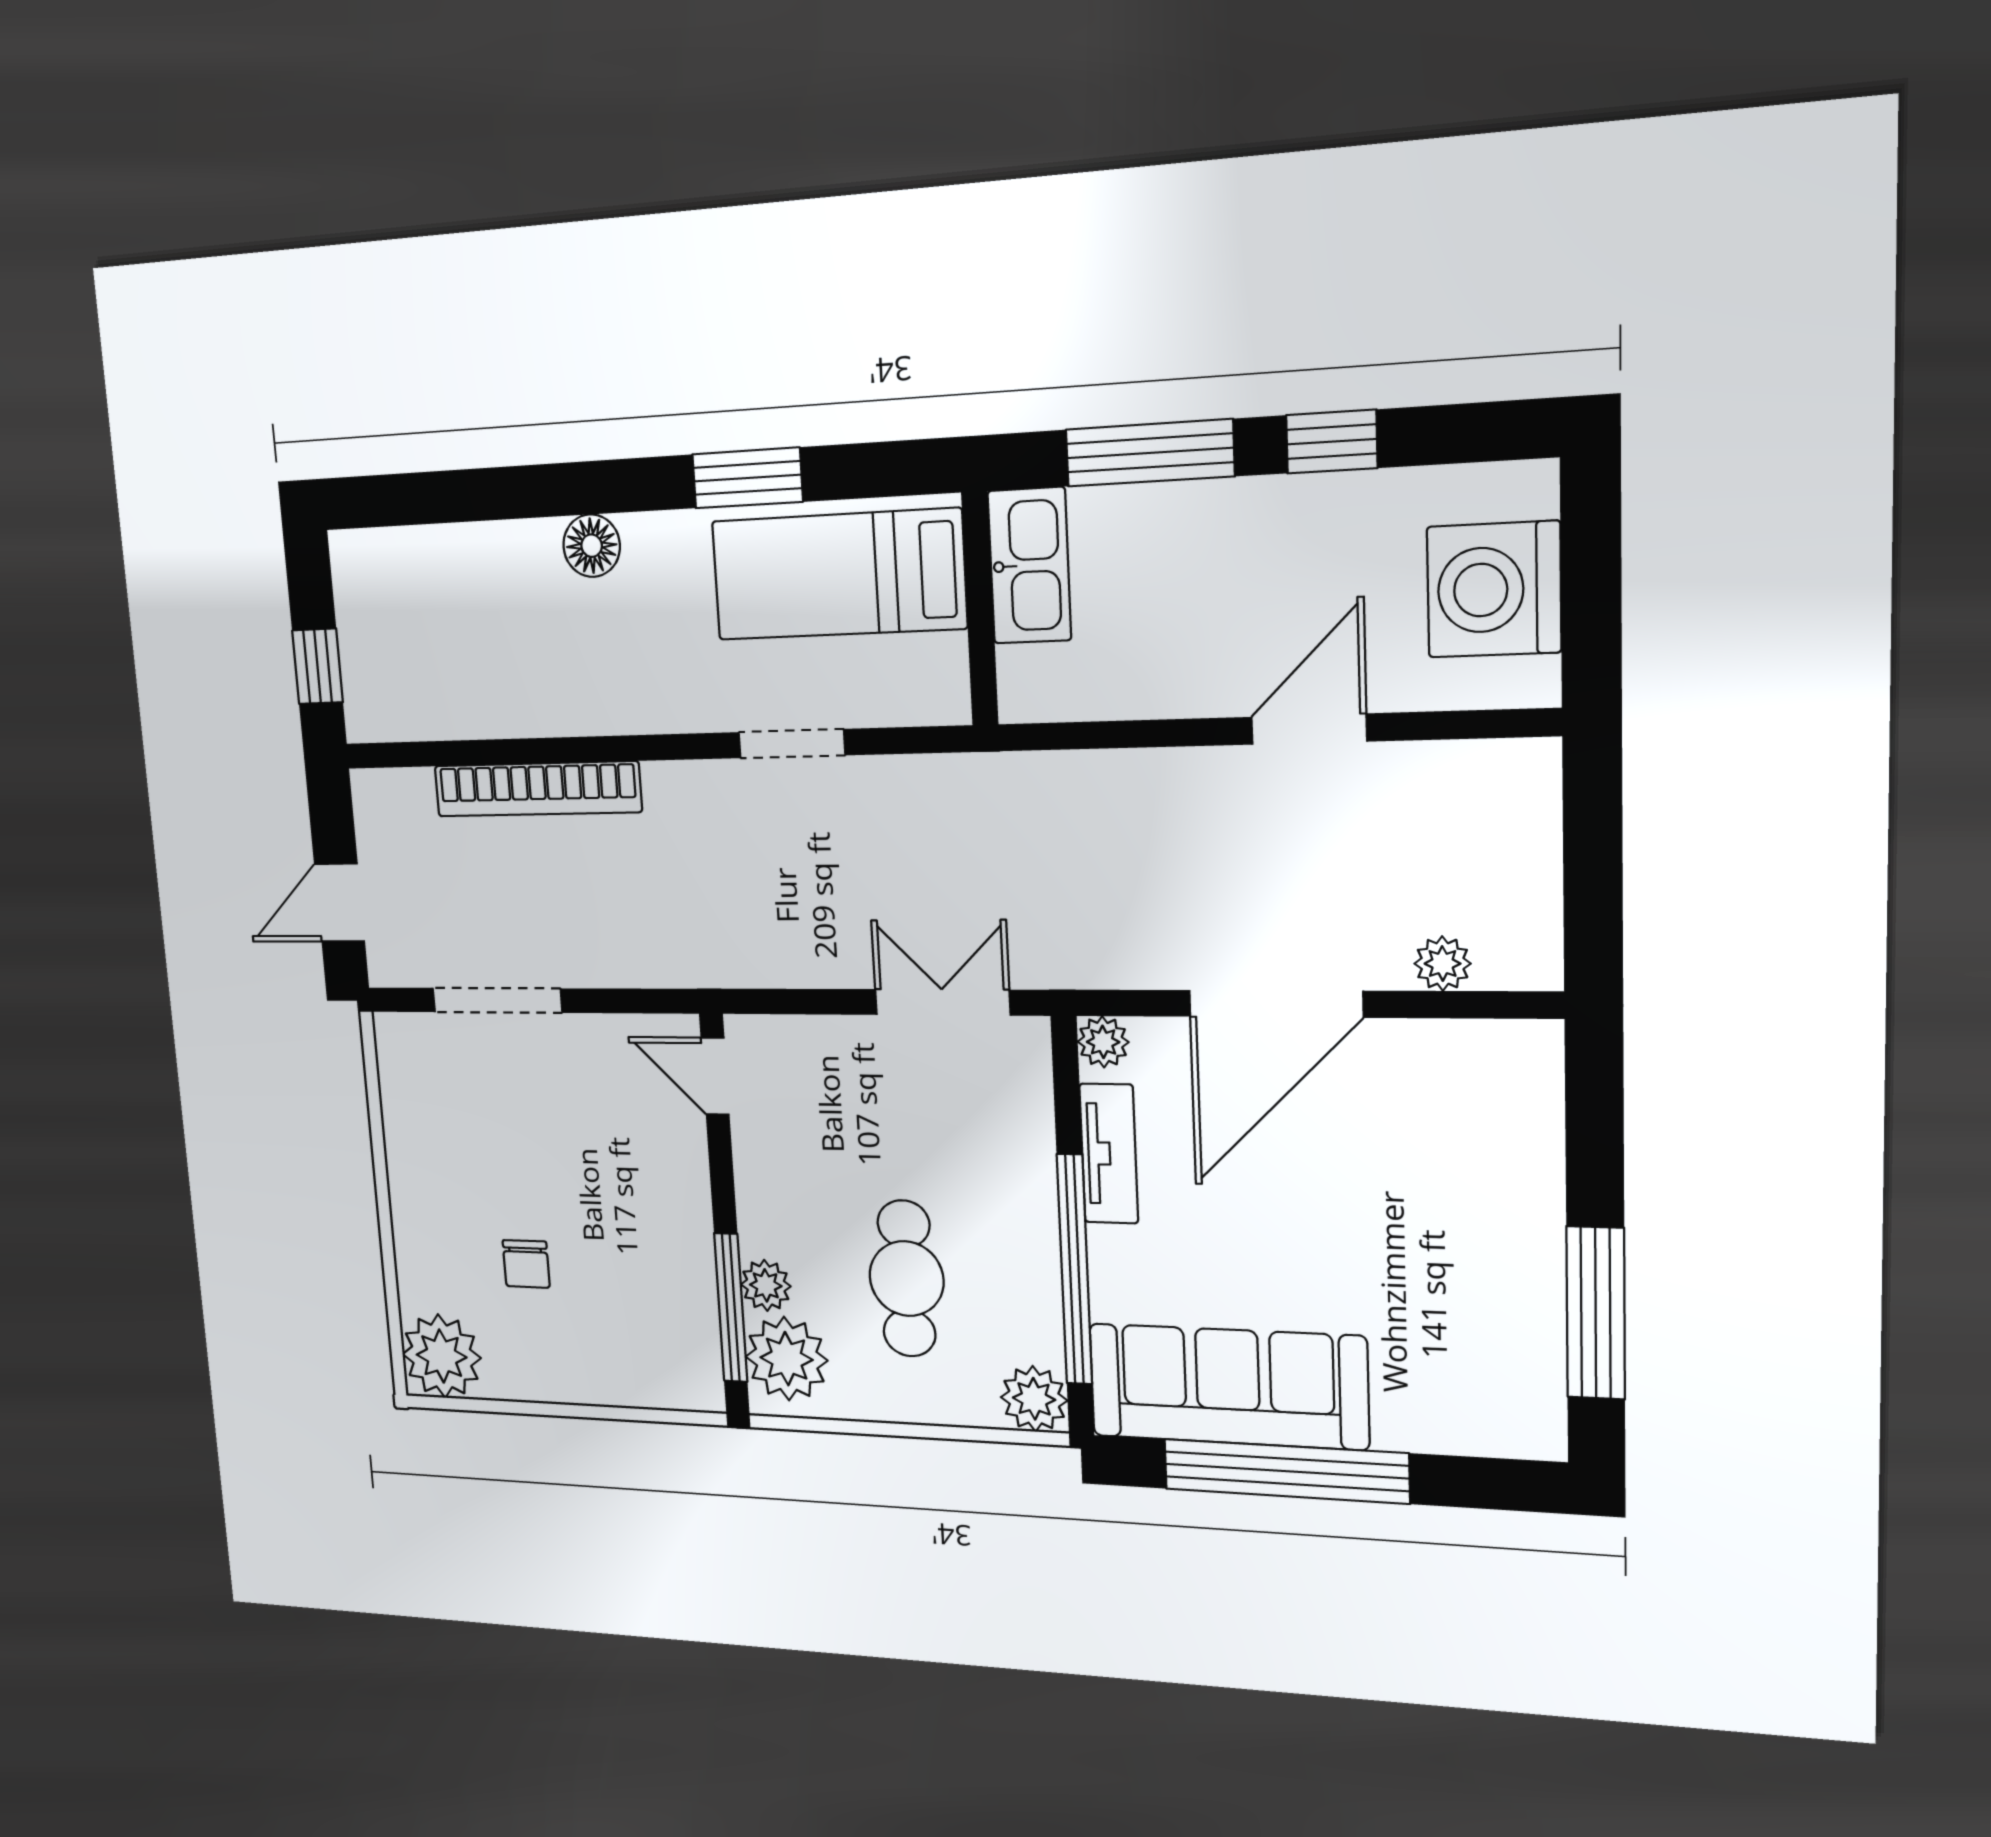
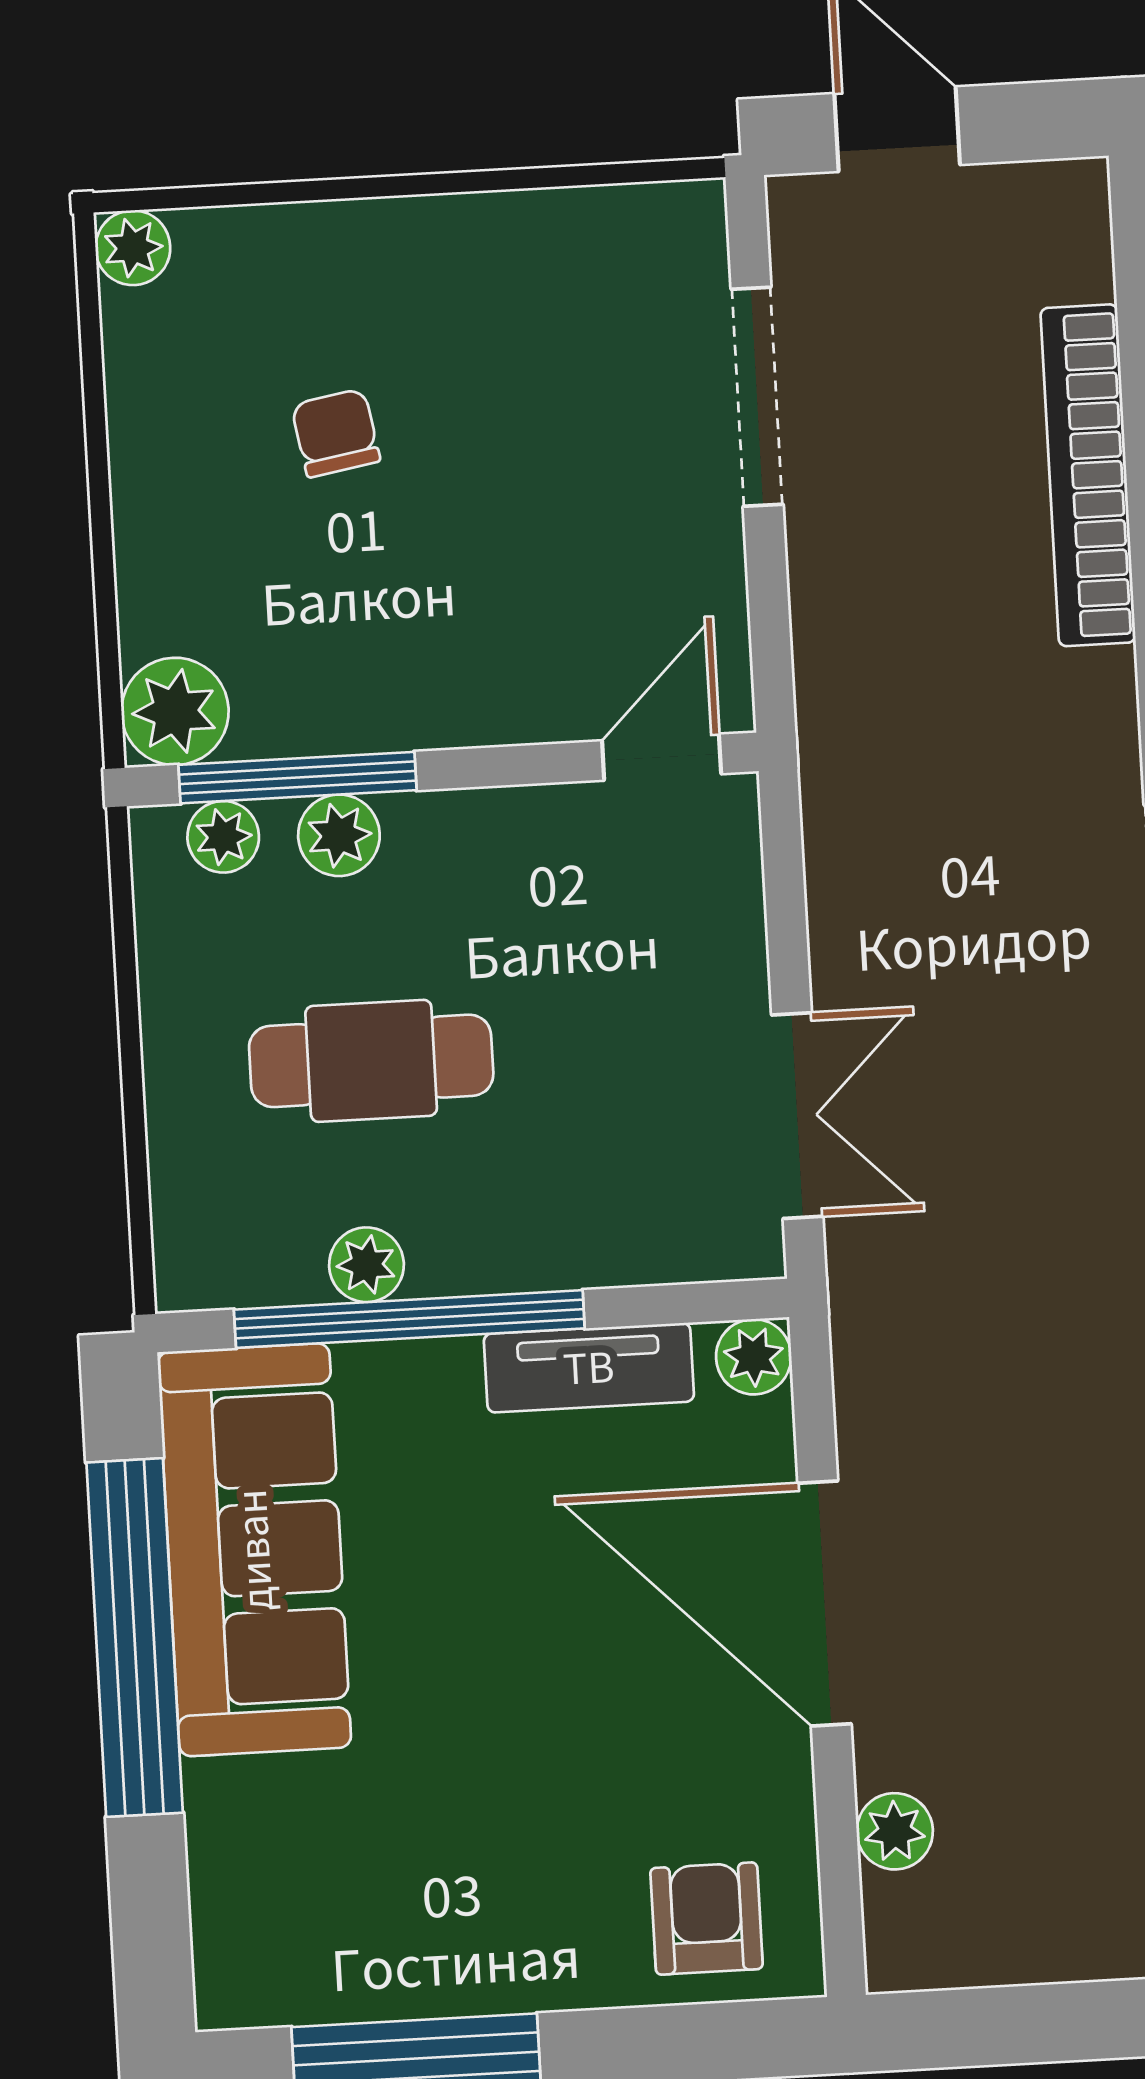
armchair: (1501, 1101) -> (707, 1919), added
chair: (526, 1264) -> (336, 433), turned 80
plant: (442, 1356) -> (133, 248), width x0.53, depth x0.53
plant: (787, 1359) -> (223, 837), width x0.53, depth x0.53
plant: (692, 1379) -> (175, 711), added
plant: (1034, 1399) -> (366, 1265), moved, width x0.73, depth x0.73

